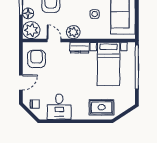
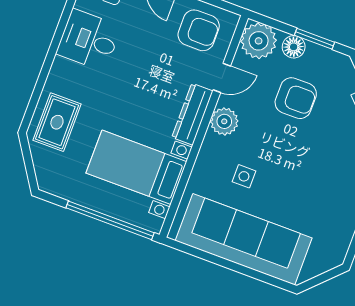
dresser: (80, 48) -> (192, 114), width x1.44

